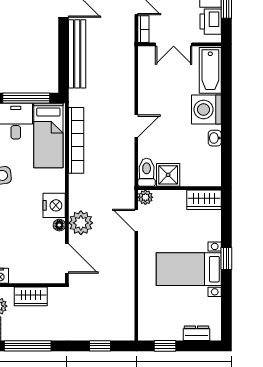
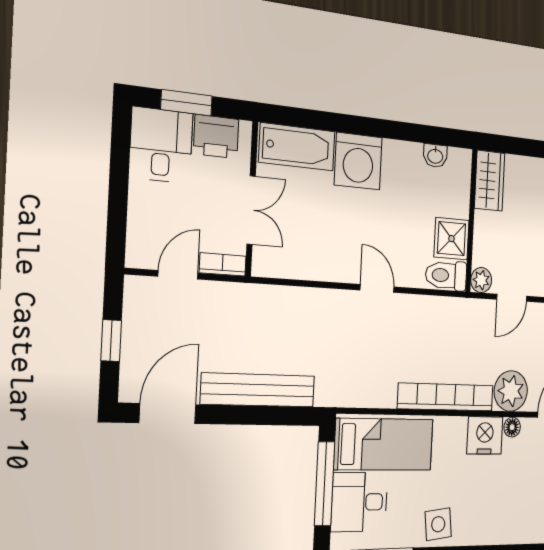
washbasin: (215, 138) -> (435, 156), moved
bookcase: (76, 140) -> (446, 397), moved

